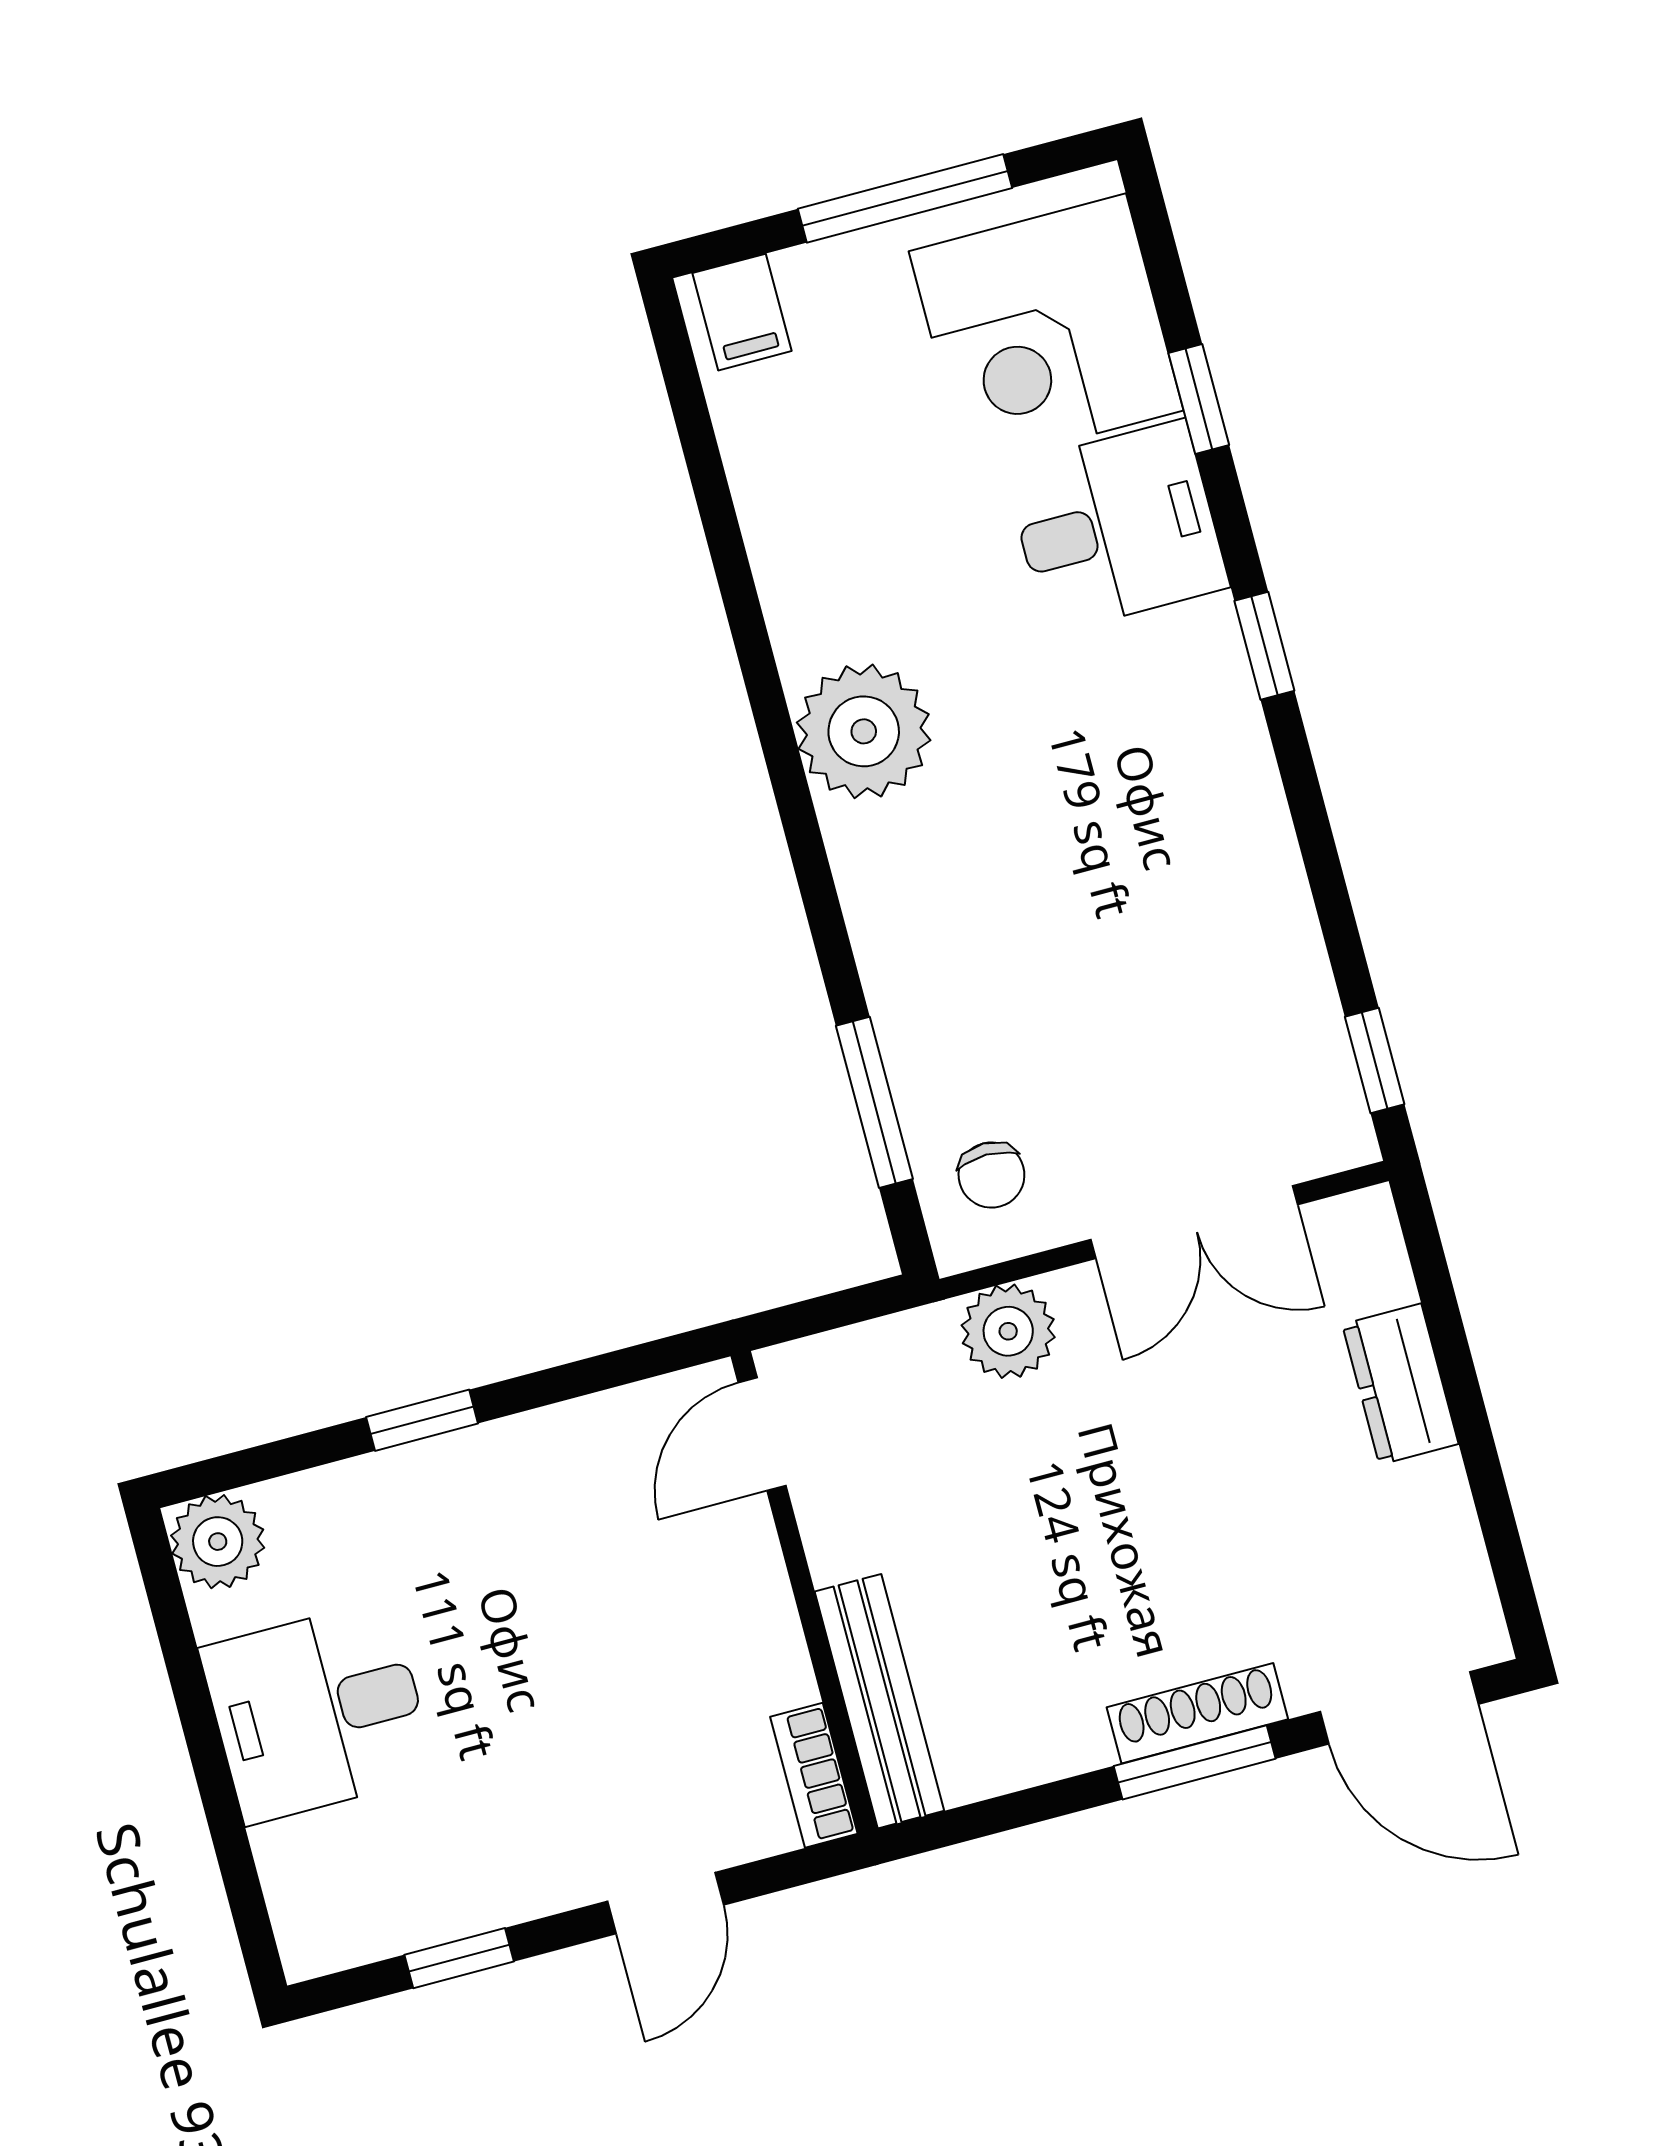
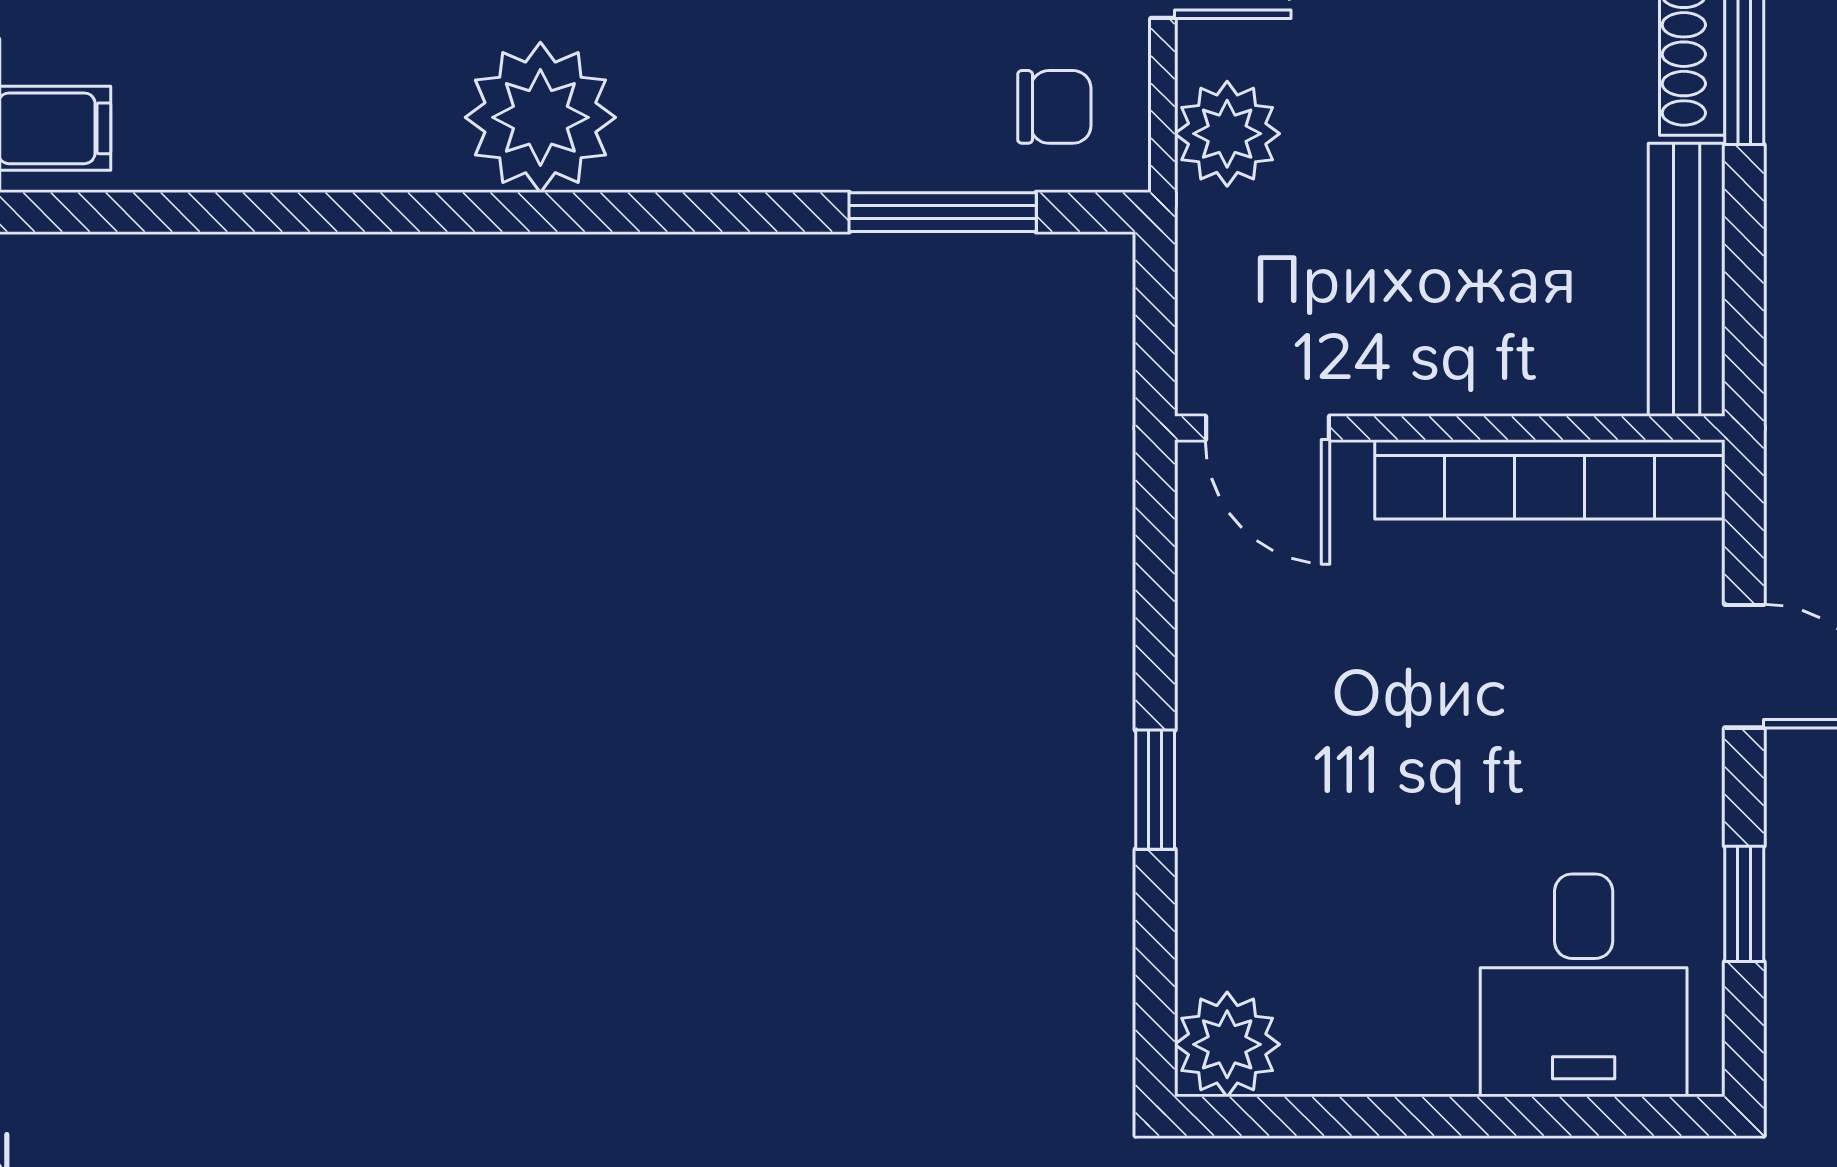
bench: (879, 1701) -> (1687, 280), moved, turned 90
desk: (318, 1712) -> (1584, 985), moved
bookcase: (814, 1775) -> (1550, 479), width x2.31, depth x1.31

